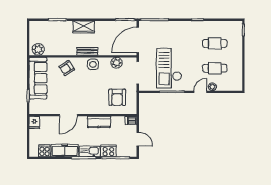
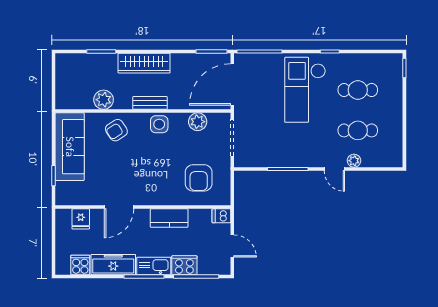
wardrobe: (84, 27) -> (144, 63), width x1.50
plant: (38, 49) -> (104, 100), moved
checkout: (169, 68) -> (305, 90), moved
door: (200, 92) -> (334, 169), swing flipped
fridge: (34, 122) -> (81, 219), moved

